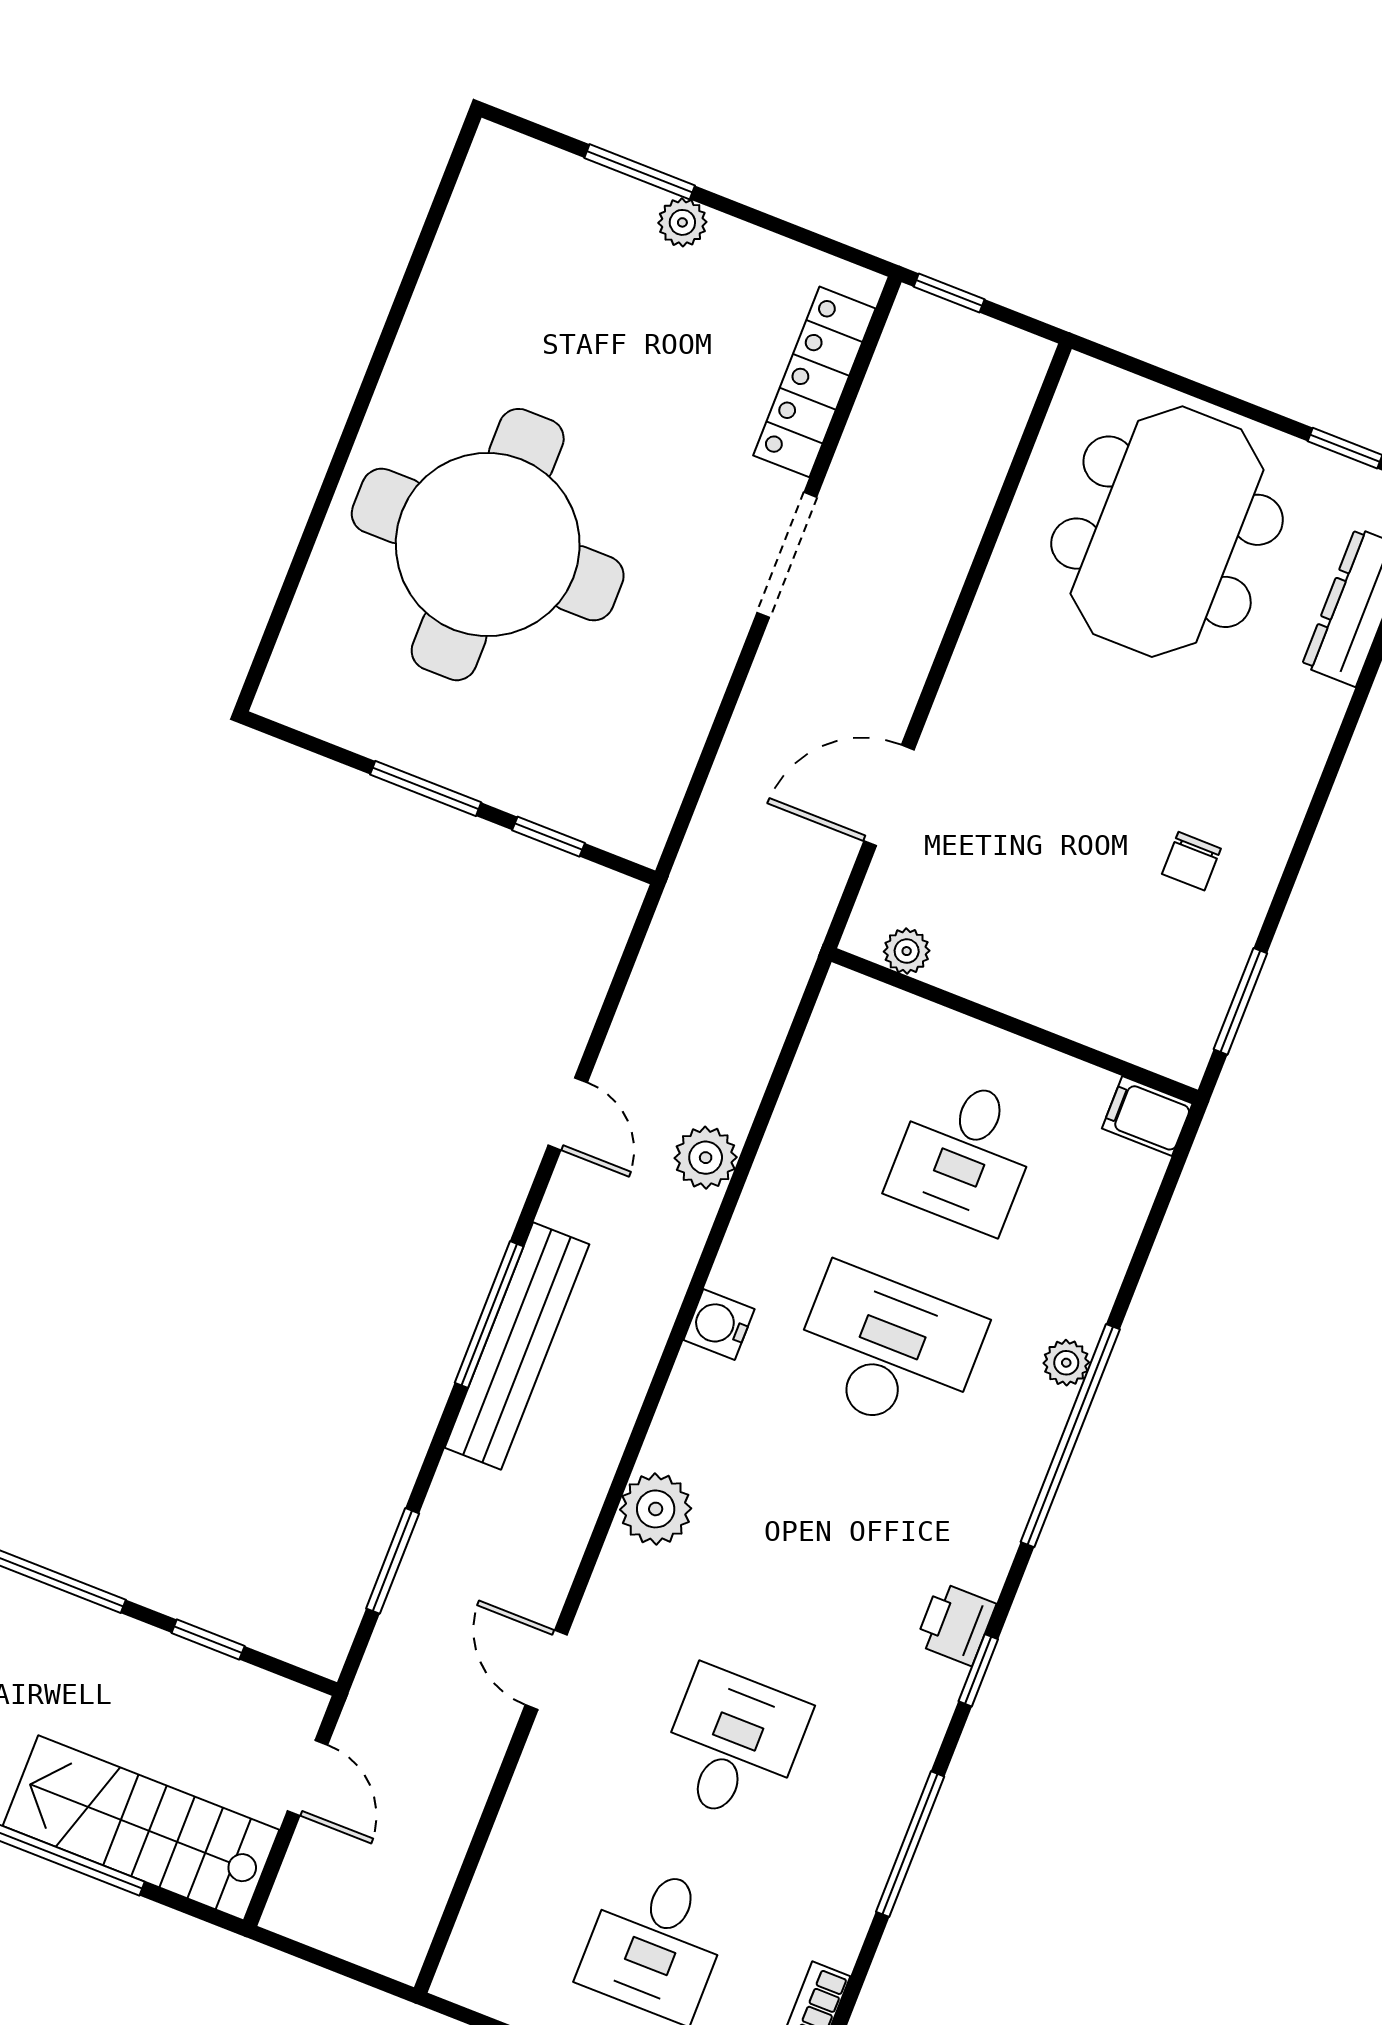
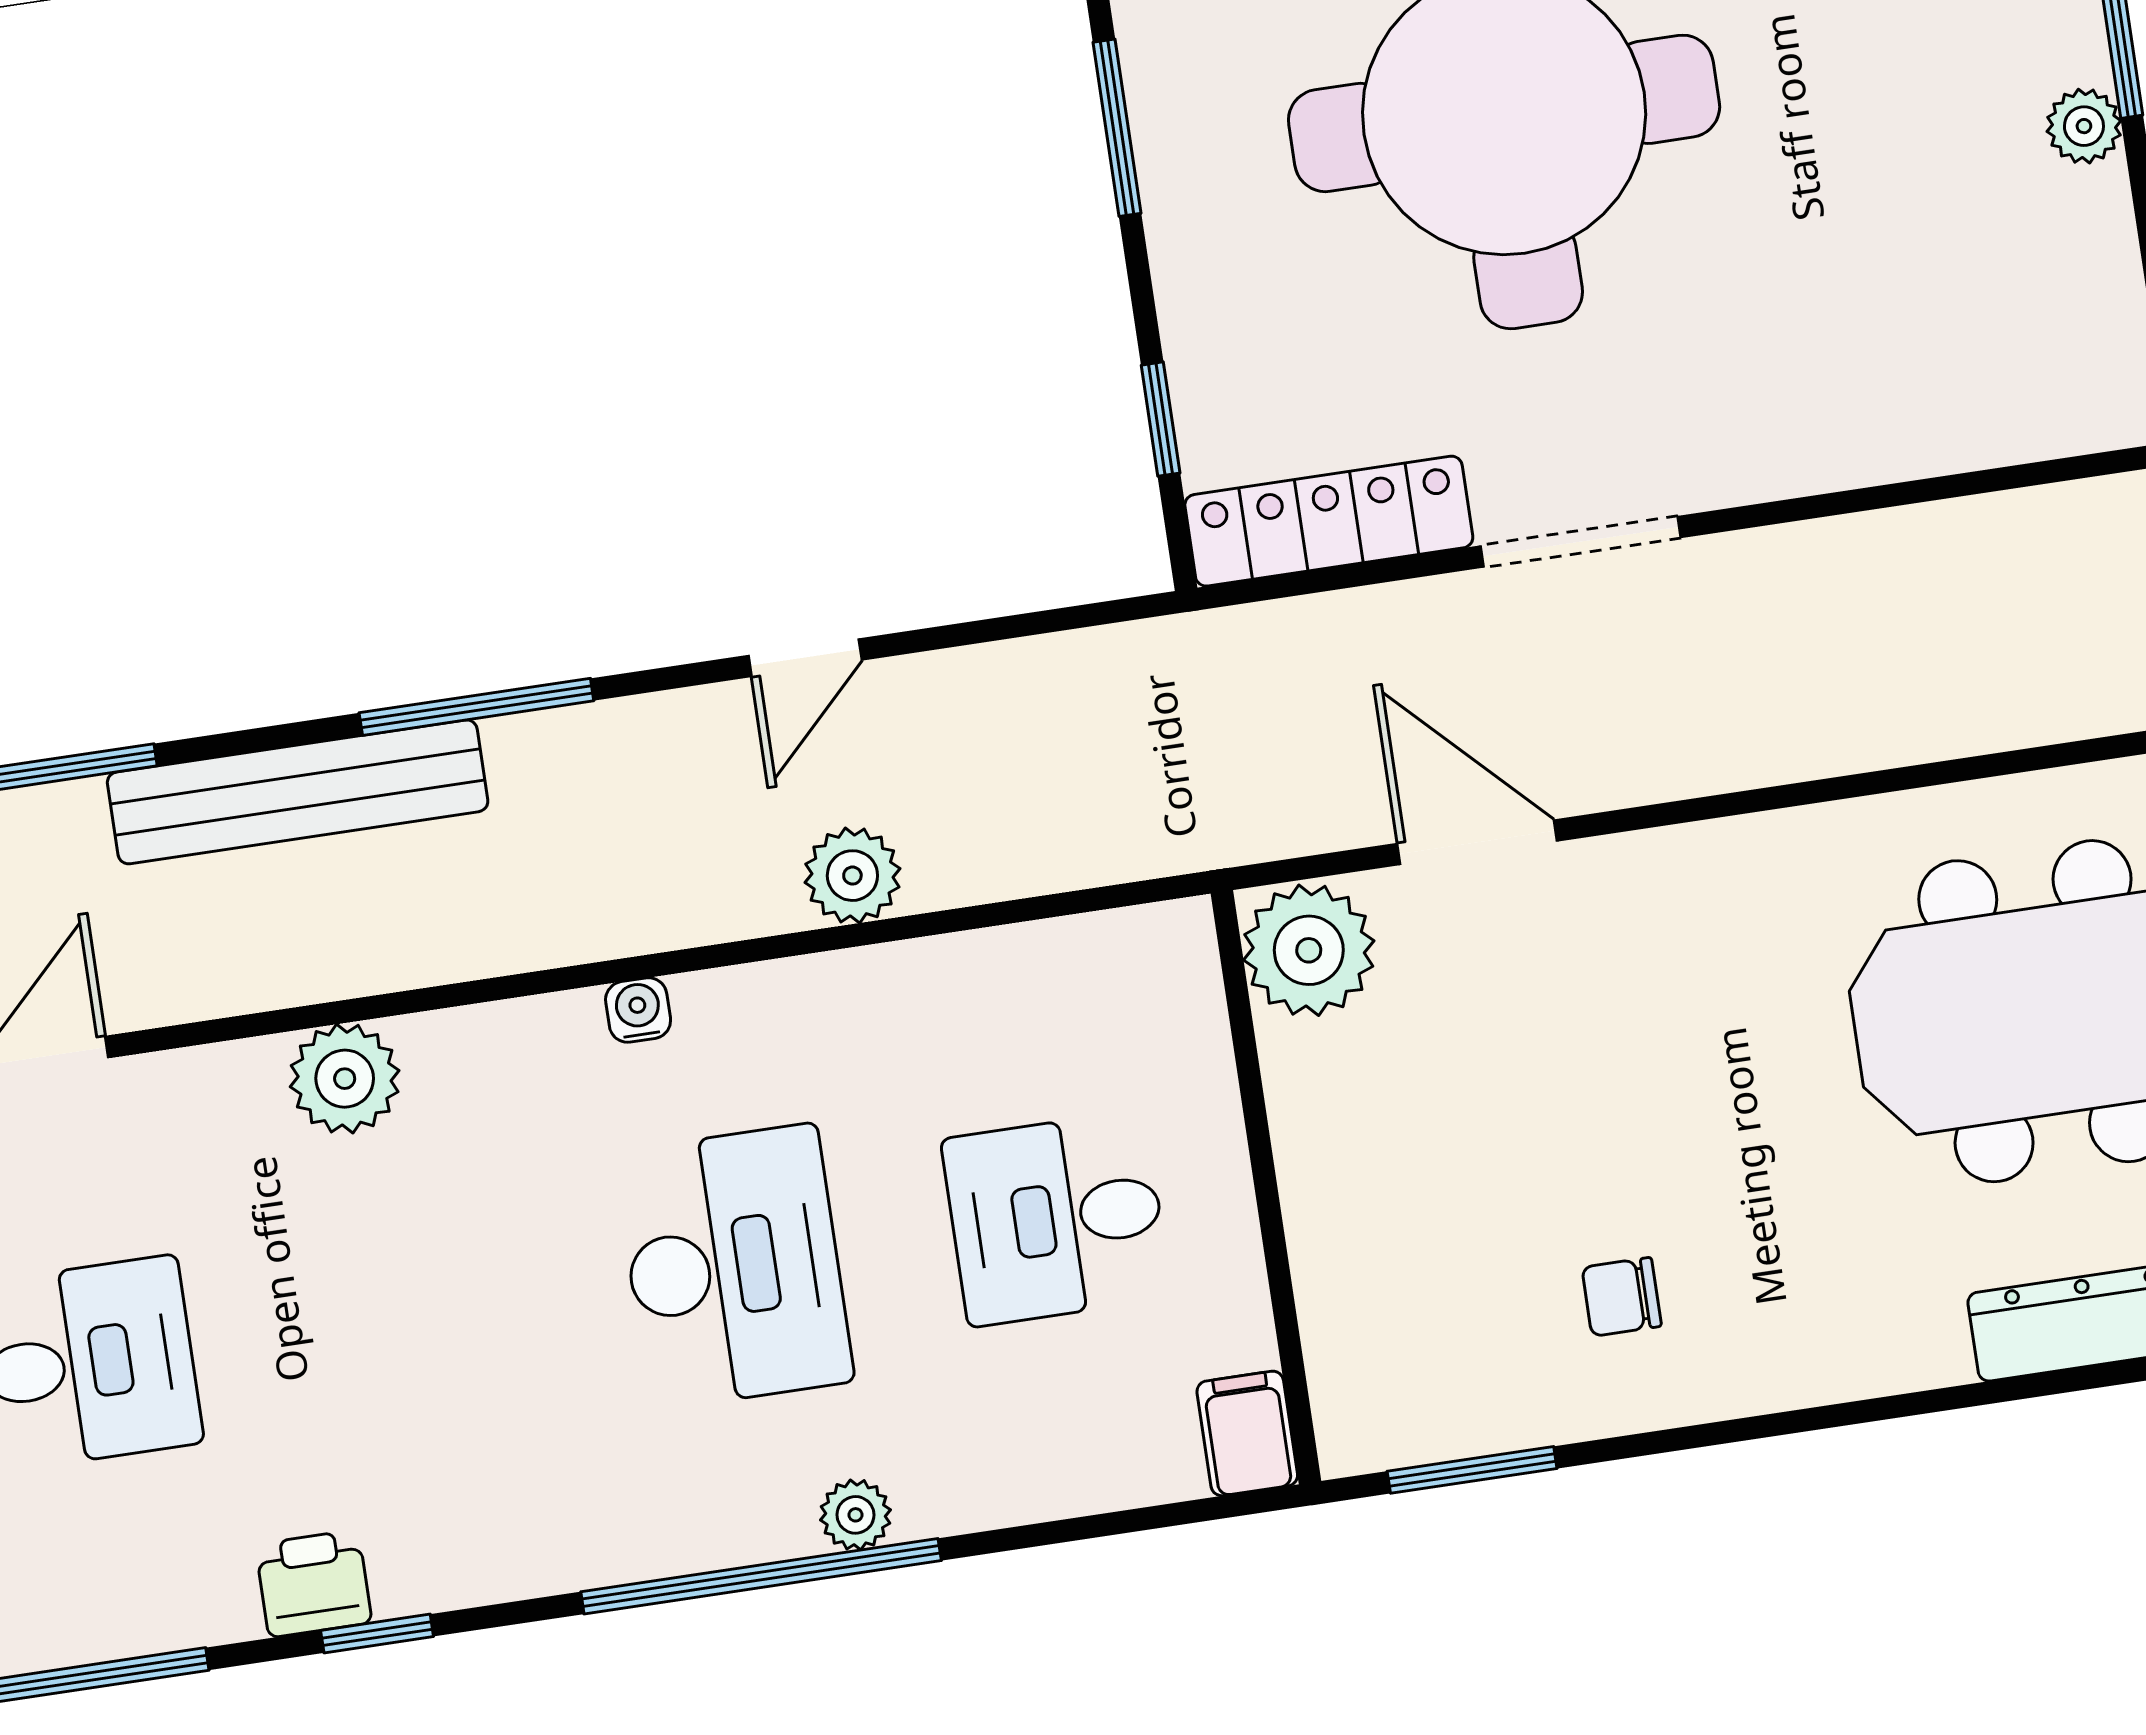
locker: (814, 382) -> (1329, 521), moved
doorway: (787, 555) -> (1581, 542), moved
window: (426, 788) -> (1117, 128), moved
plant: (907, 951) -> (1309, 950), width x1.87, depth x1.87
water cooler: (719, 1324) -> (638, 1010), width x0.72, depth x0.72
bench: (517, 1346) -> (298, 792), moved
printer: (955, 1624) -> (314, 1584), moved

